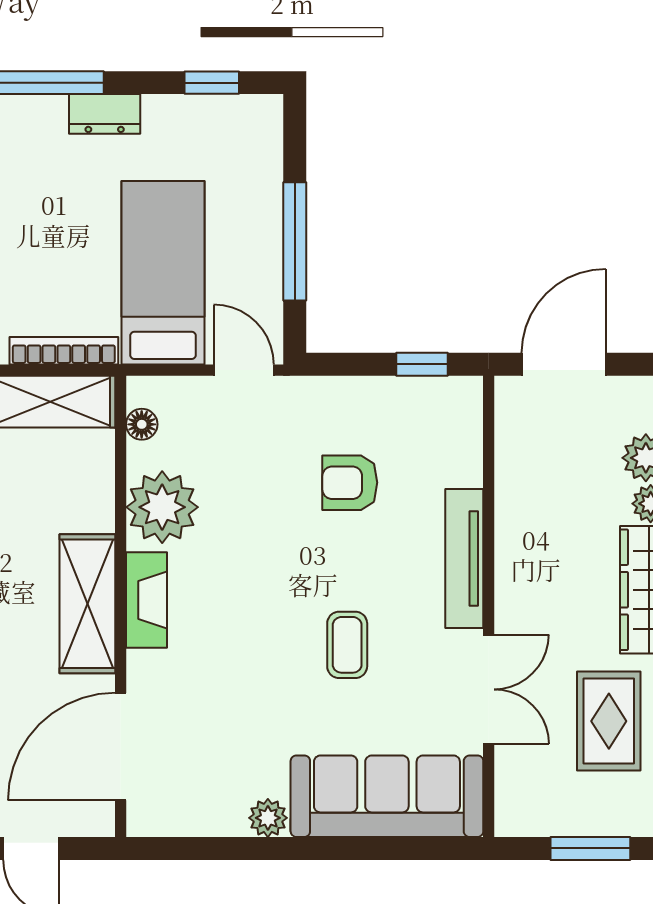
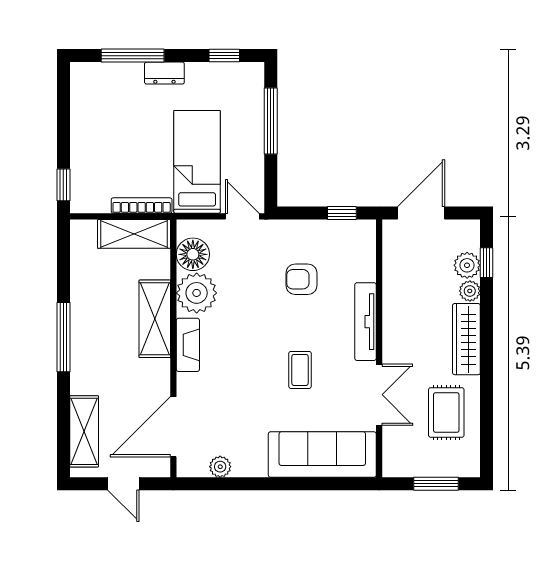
window: (295, 241) -> (271, 121), moved
floor lamp: (142, 424) -> (193, 254), width x1.89, depth x1.89
shelving: (87, 604) -> (155, 319), moved
plant: (268, 818) -> (220, 467), moved

